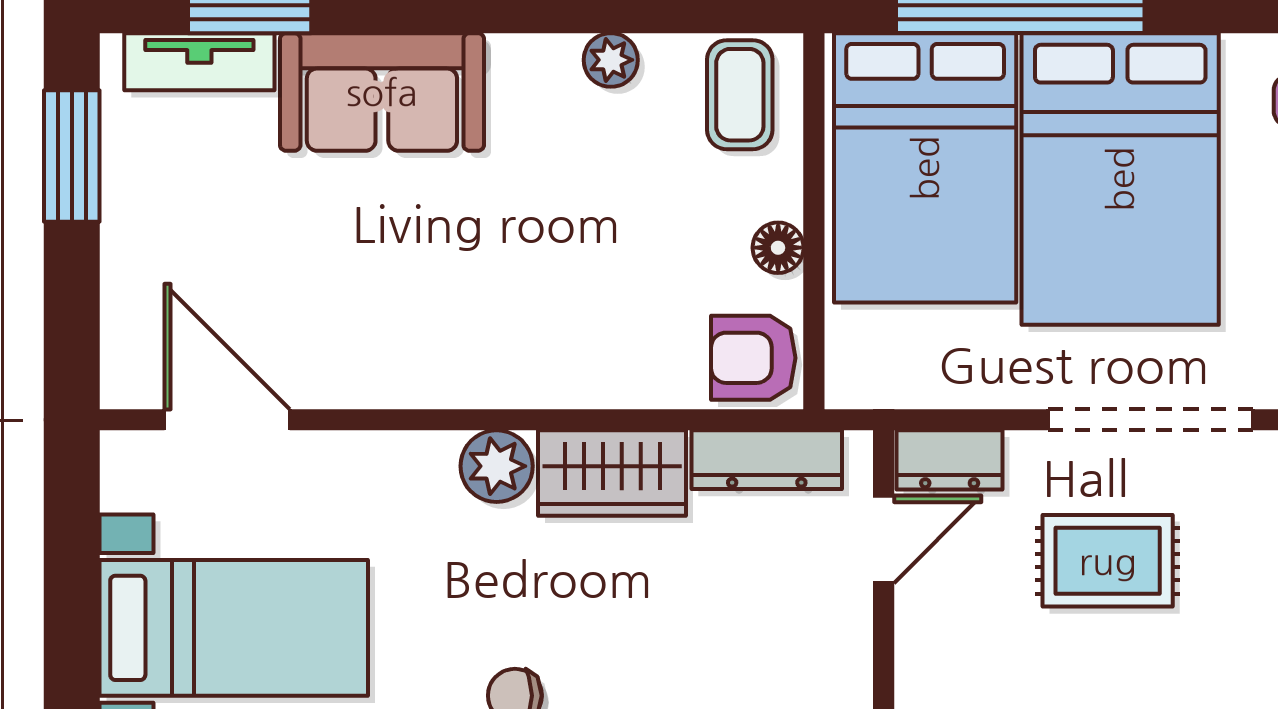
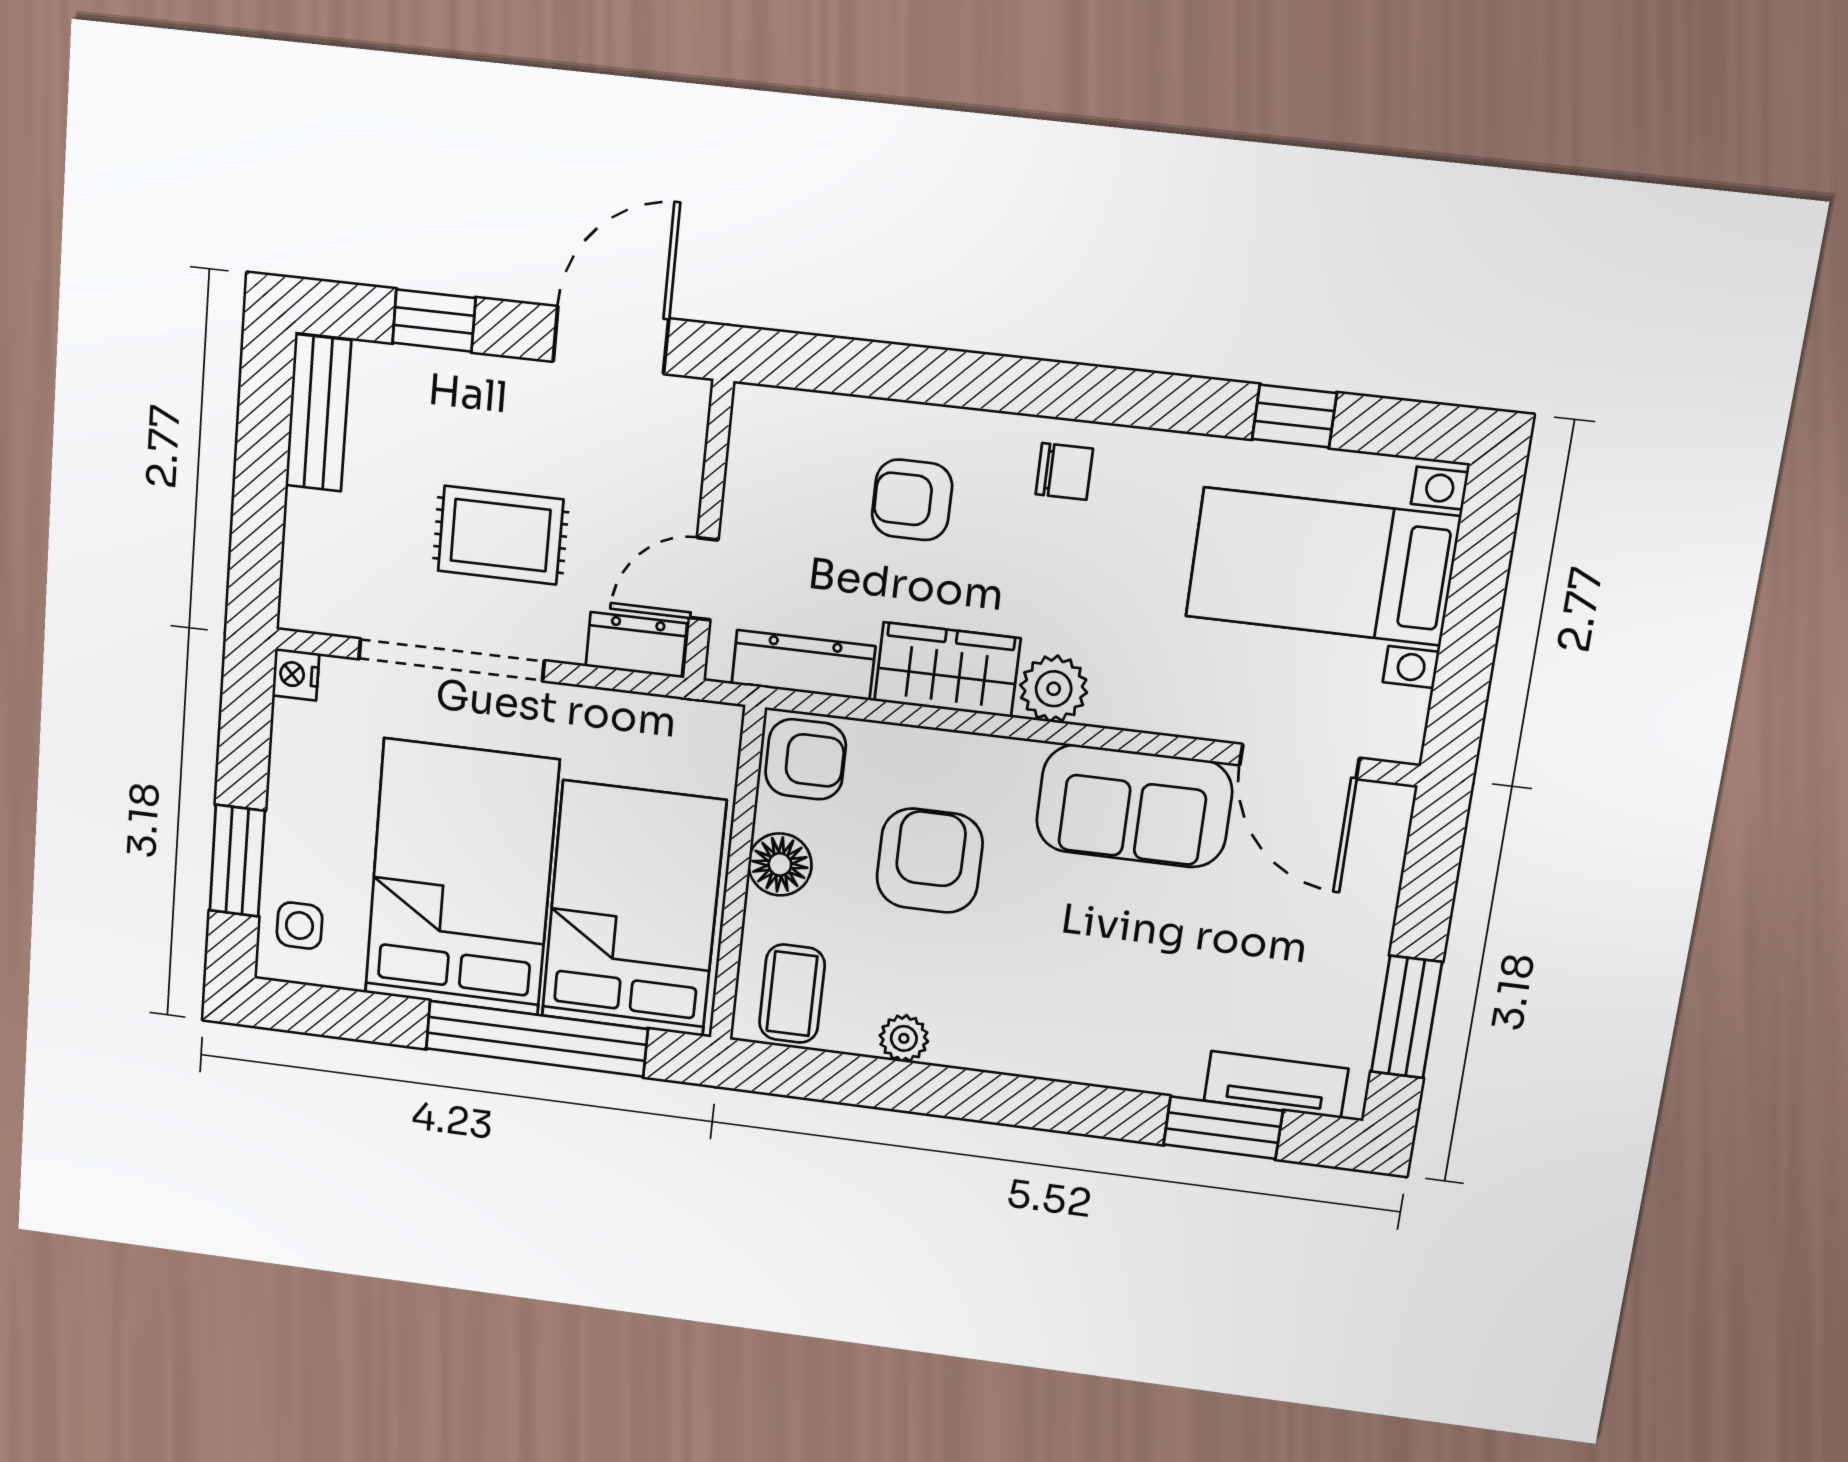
sofa: (382, 92) -> (1134, 806), moved, turned 180
floor lamp: (778, 248) -> (780, 864), width x1.37, depth x1.37
armchair: (606, 263) -> (930, 861), added
armchair: (671, 648) -> (912, 500), added

